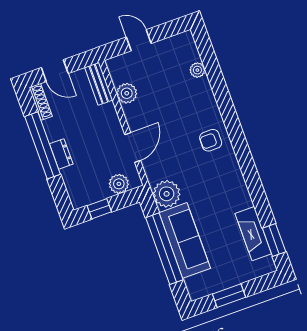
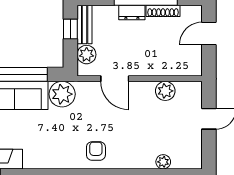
bench: (99, 84) -> (85, 25), moved, turned 90
shoe rack: (41, 102) -> (163, 11), moved

